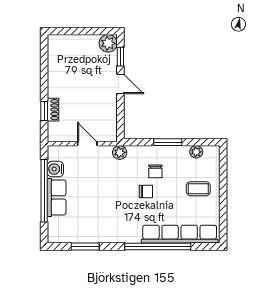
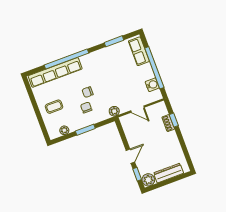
dresser: (78, 42) -> (169, 173), added
door: (120, 84) -> (130, 156), swing flipped
row of seats: (57, 197) -> (139, 51), moved

